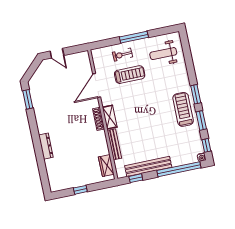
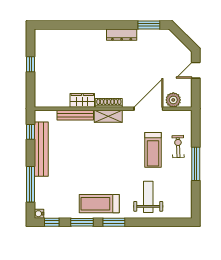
weight bench: (163, 54) -> (148, 197), moved
plant: (85, 67) -> (173, 100), added
door: (97, 85) -> (148, 109), hinge flipped
treadmill: (183, 109) -> (99, 204), turned 180
dresser: (46, 146) -> (122, 35), moved
wardrobe: (106, 166) -> (82, 100), moved
window: (179, 169) -> (31, 184), width x0.68

